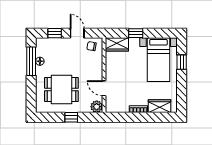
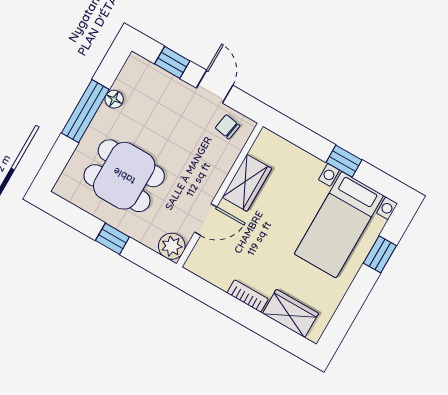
window: (136, 33) -> (344, 161), moved
wardrobe: (117, 44) -> (247, 183), moved, turned -90
window: (31, 61) -> (85, 111), moved
door: (104, 88) -> (206, 220), swing flipped

